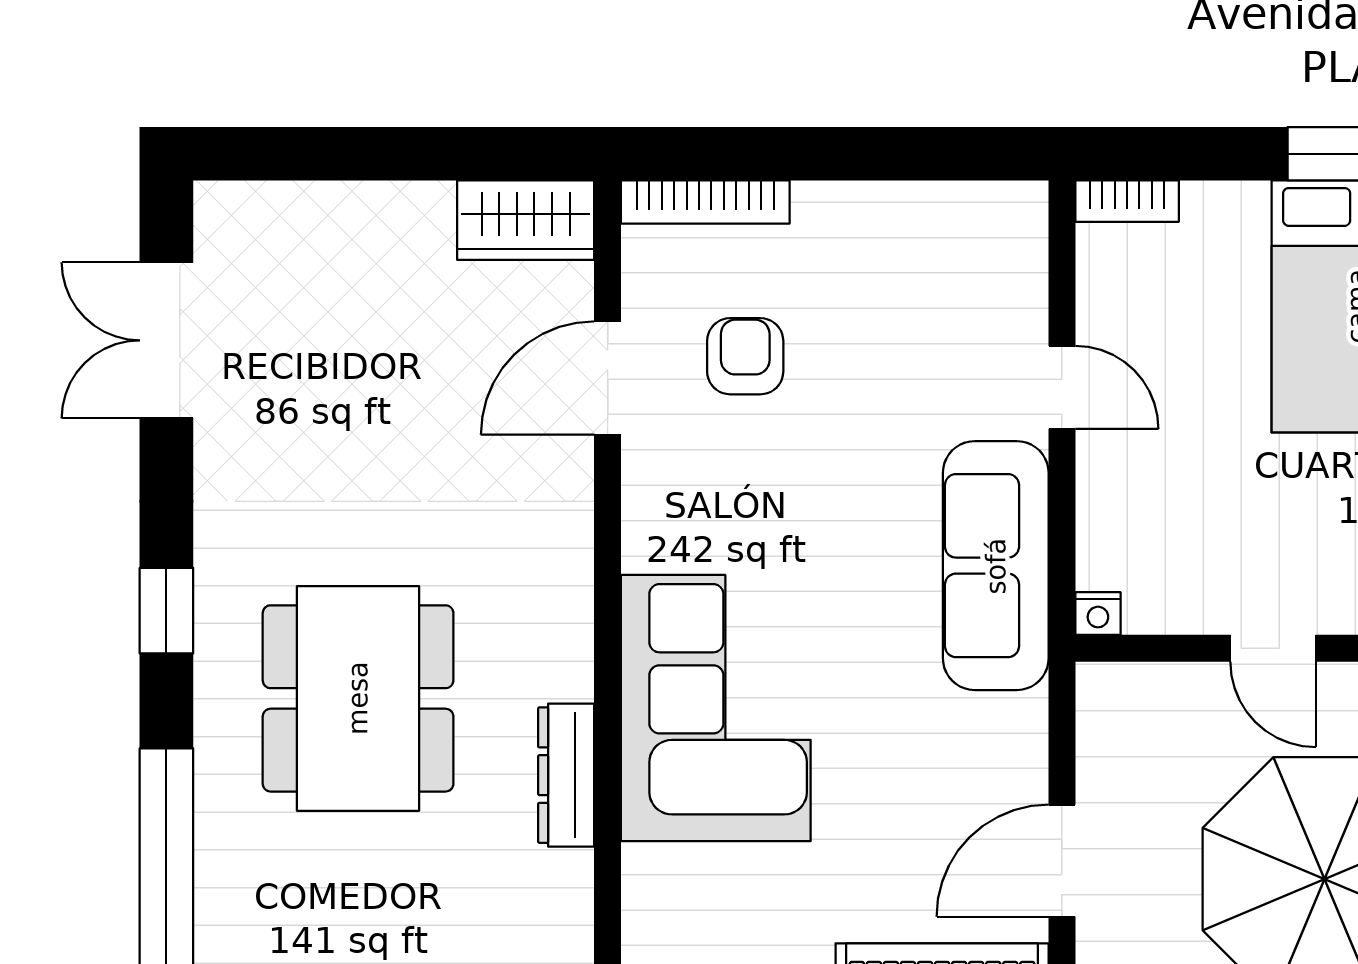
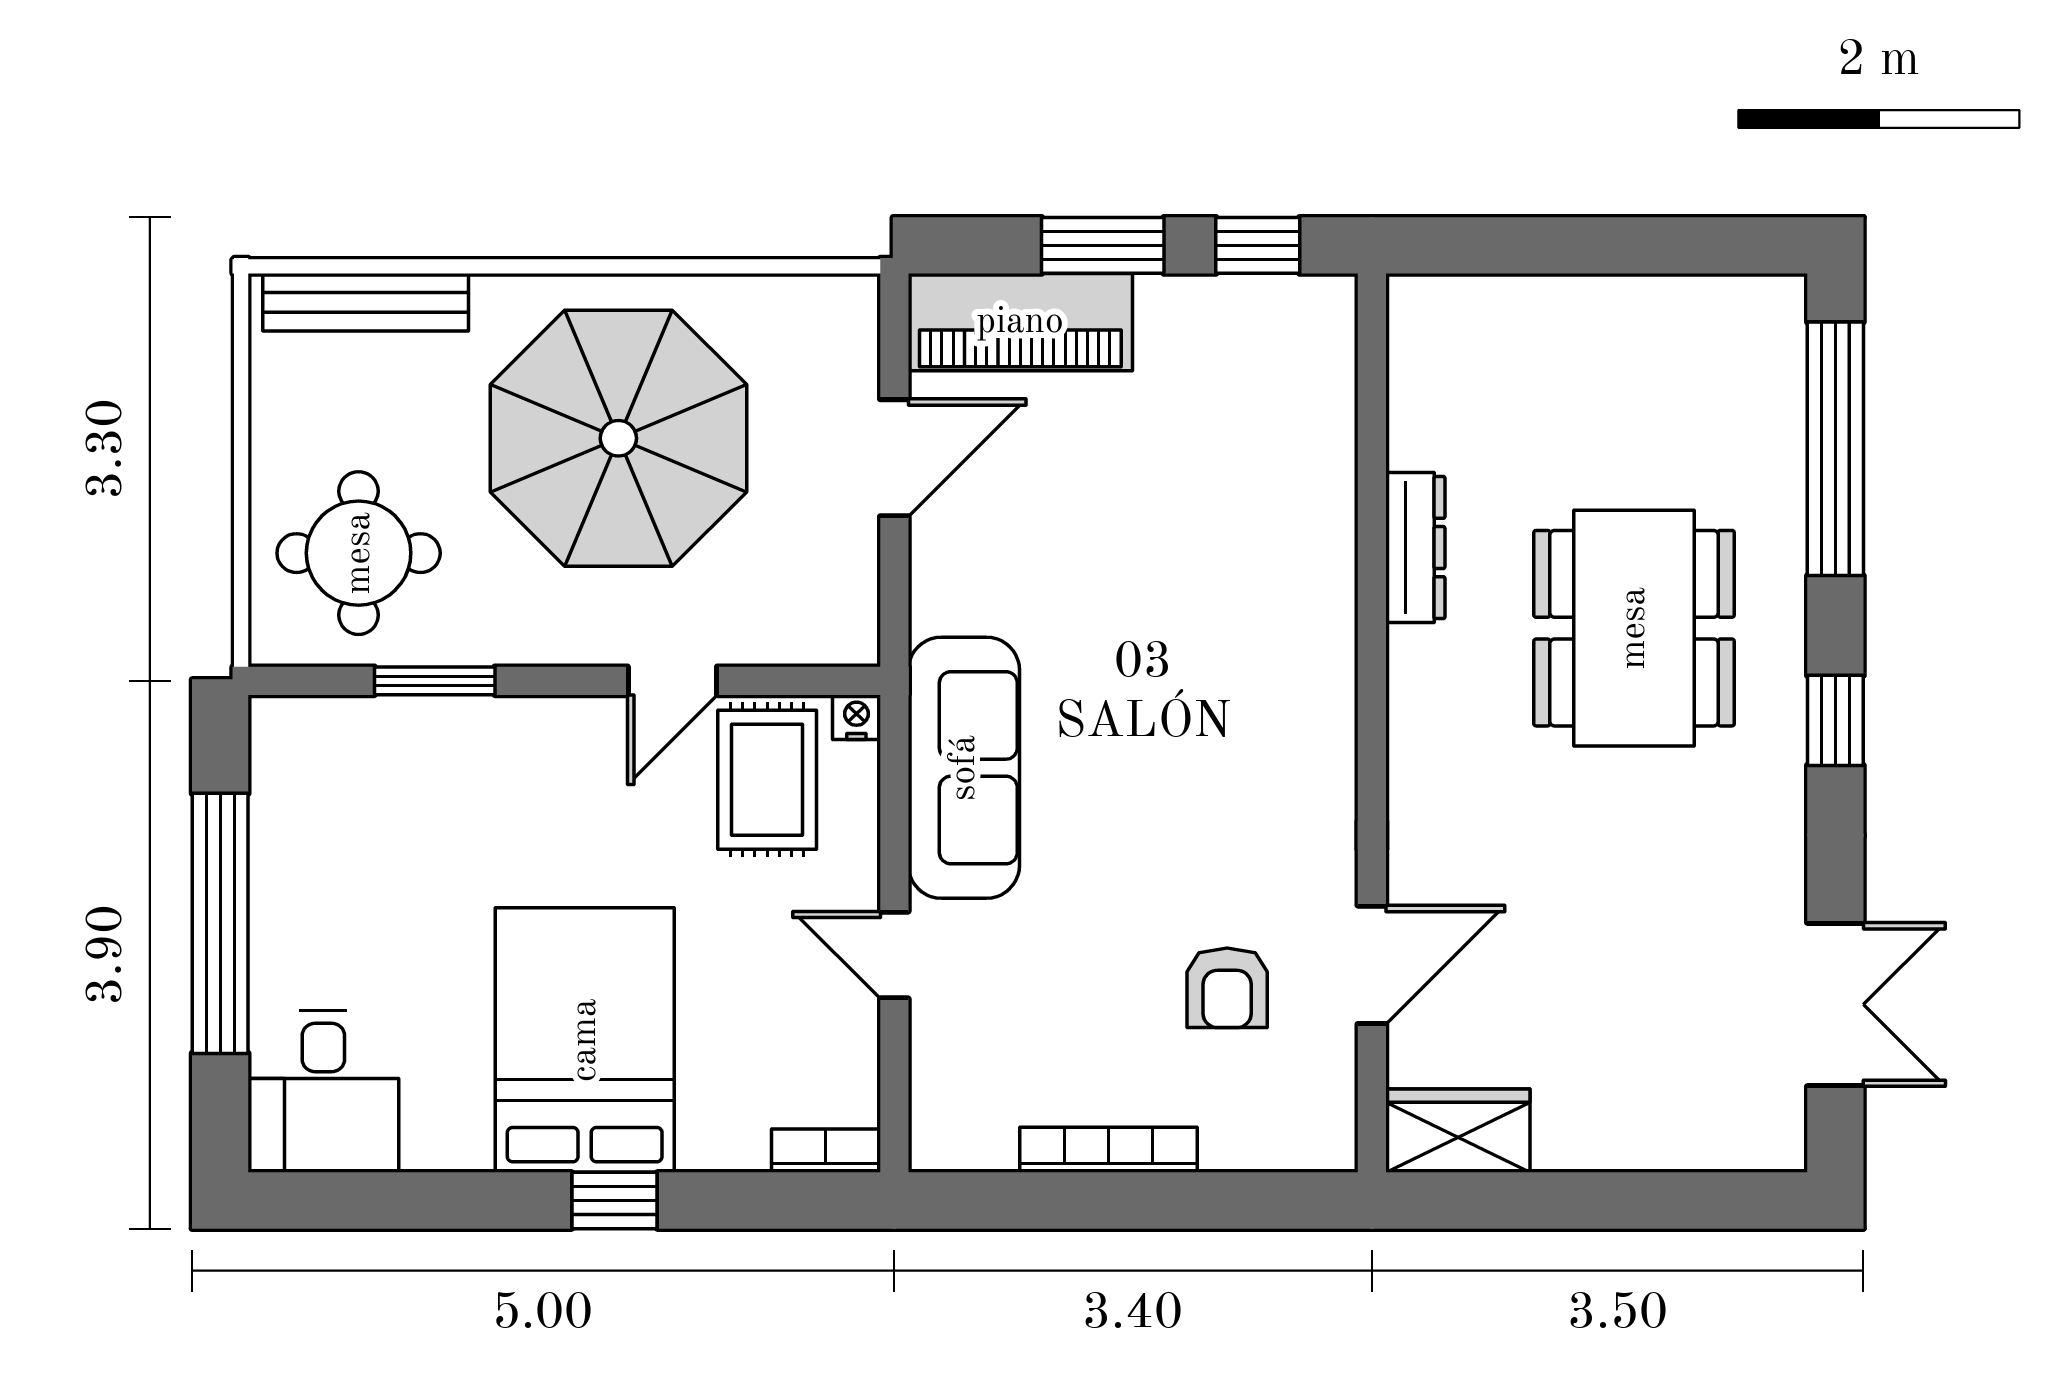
bookcase: (705, 202) -> (1109, 1150), moved
rug: (1183, 554) -> (767, 780), added
door: (1273, 648) -> (672, 681), swing flipped
corner sofa: (716, 708) -> (1258, 618), removed

